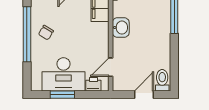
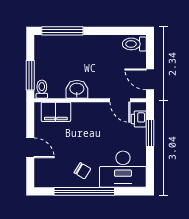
desk: (63, 74) -> (123, 169), moved, turned 90
window: (62, 95) -> (150, 133), moved
door: (144, 95) -> (150, 79), moved

